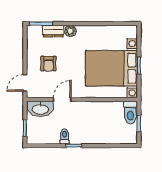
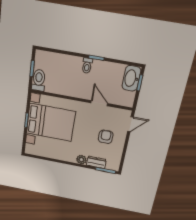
door: (62, 100) -> (99, 103), swing flipped
washbasin: (40, 109) -> (131, 78), moved, turned -90
toilet: (65, 136) -> (87, 66), moved

